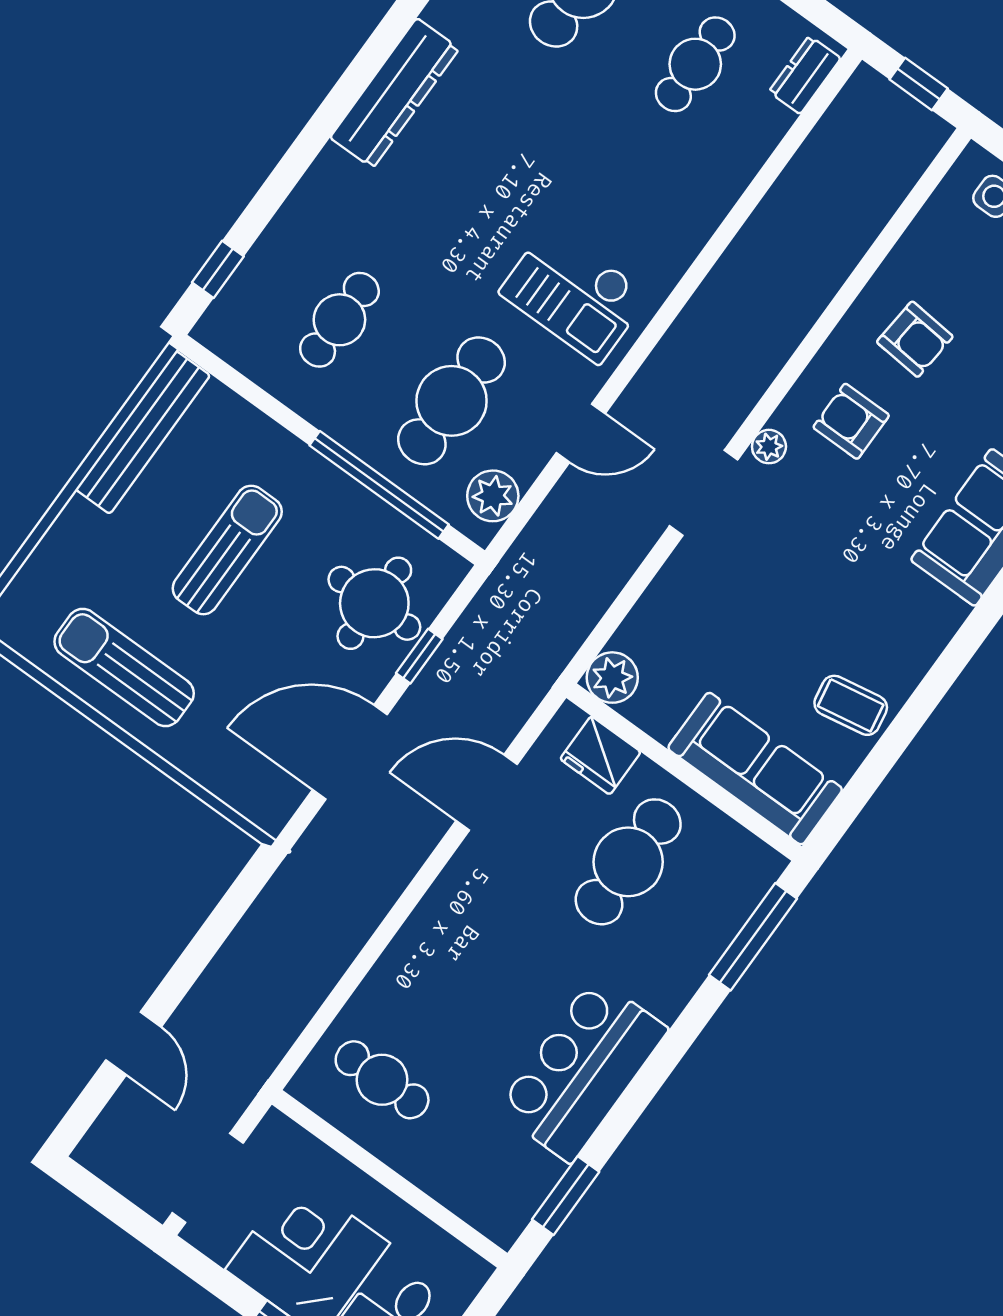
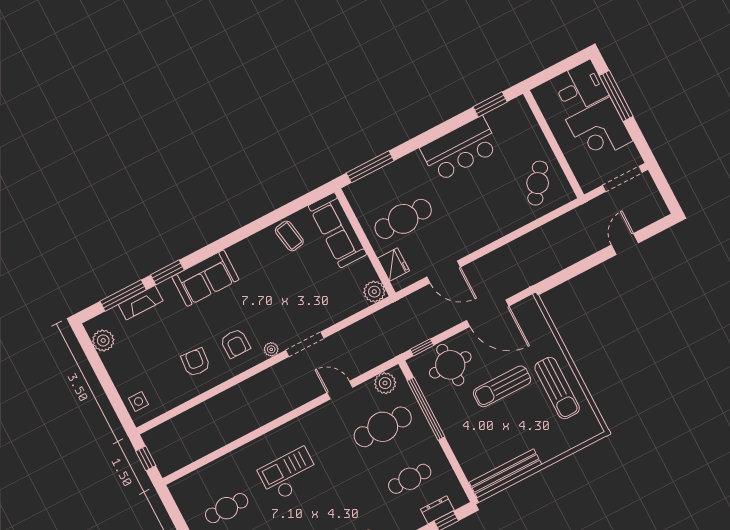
dresser: (805, 75) -> (437, 510), moved, turned 180
checkout: (574, 294) -> (289, 474), moved, turned -90
sun lounger: (227, 550) -> (502, 386), moved
window: (419, 656) -> (422, 347), moved
cafe table: (382, 1080) -> (538, 183), turned 36

